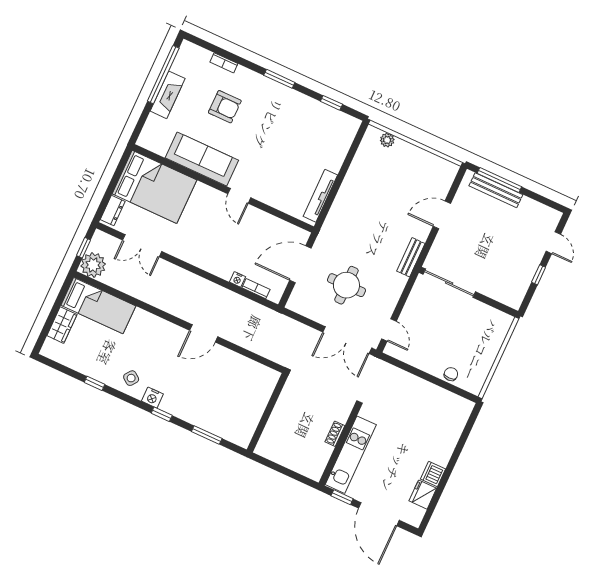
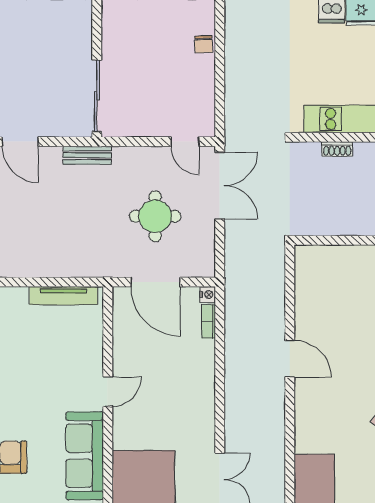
nightstand: (237, 279) -> (208, 295), moved
door: (389, 330) -> (185, 142), swing flipped
chair: (451, 374) -> (204, 44), turned -92

